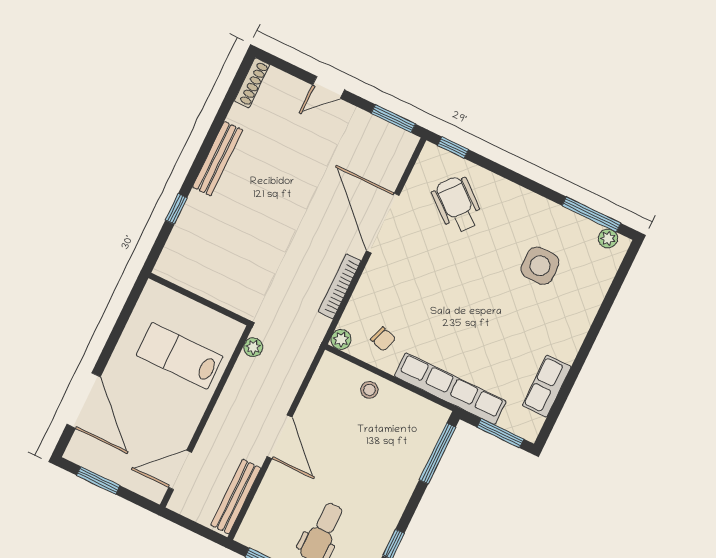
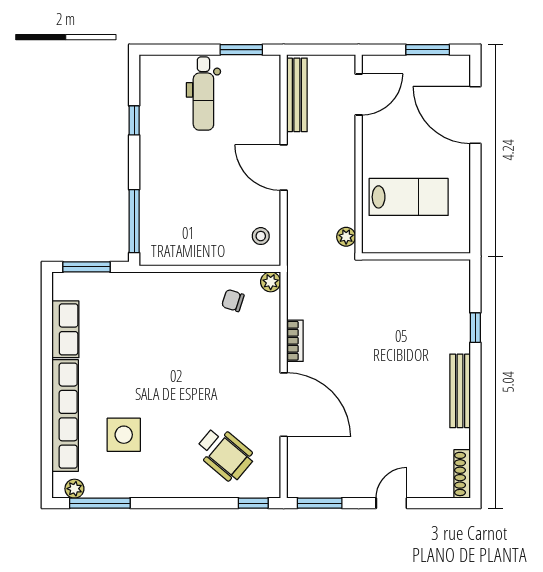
bookcase: (340, 286) -> (295, 341), width x0.64
row of seats: (450, 389) -> (65, 416), moved, turned -90
stool: (369, 390) -> (261, 236), moved

